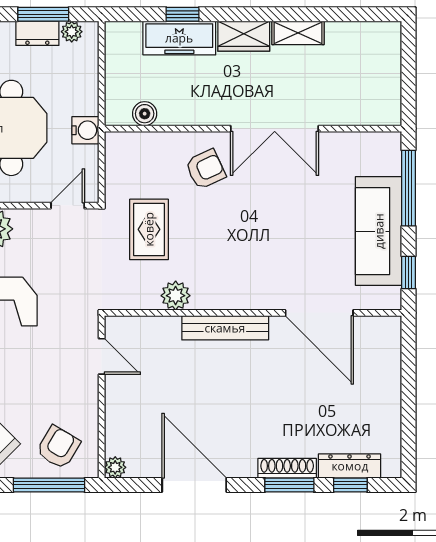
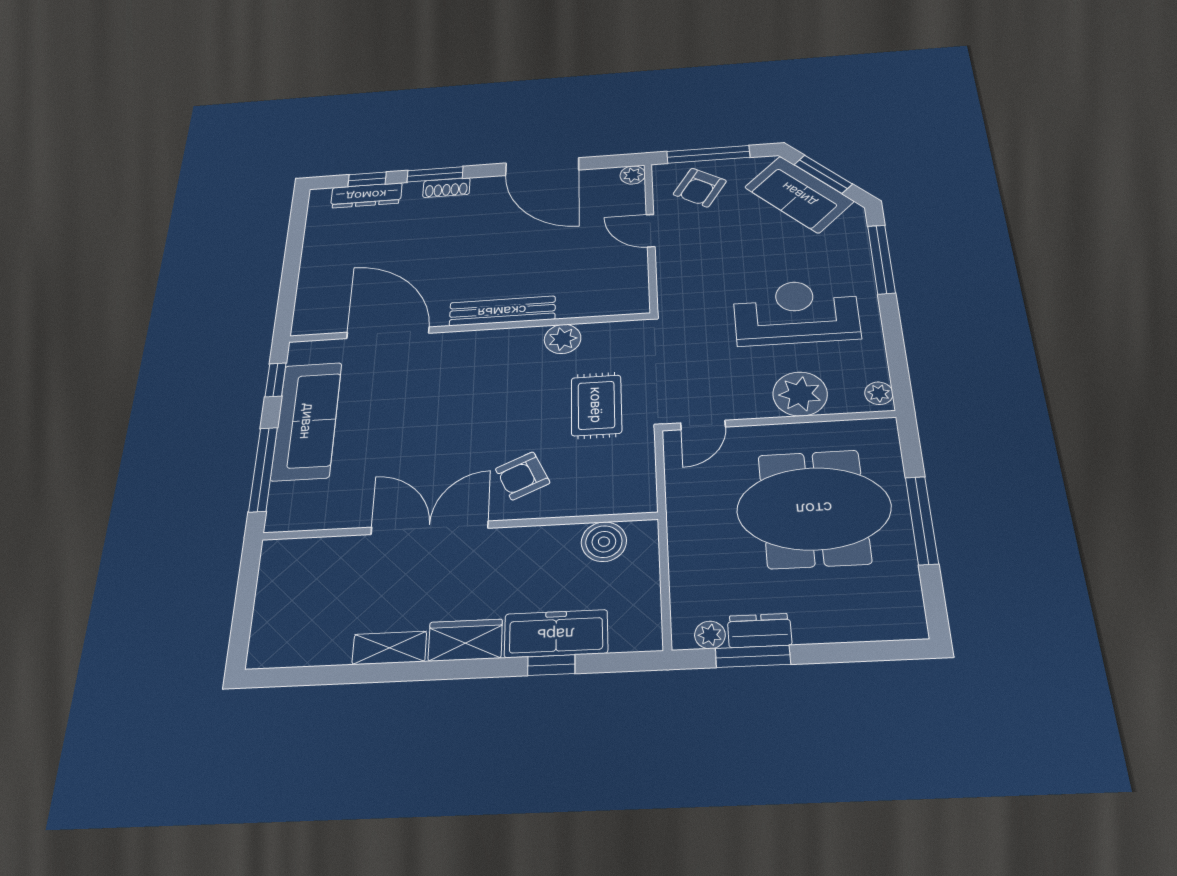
boiler: (145, 114) -> (604, 542), width x1.36, depth x1.36
water cooler: (85, 130) -> (684, 512), removed
door: (102, 356) -> (651, 231), moved
shoe rack: (287, 468) -> (446, 188), width x0.70

